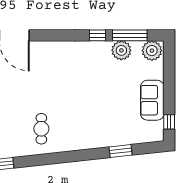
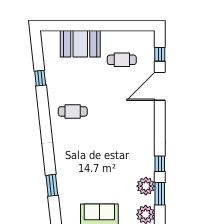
window: (130, 35) -> (160, 194), width x0.69

